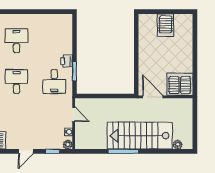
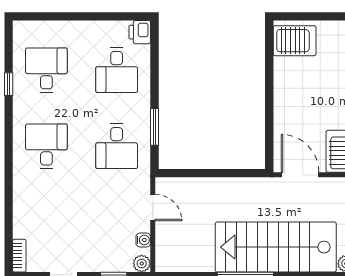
server rack: (166, 25) -> (295, 41), moved, turned -90
desk: (54, 41) -> (117, 70), added
printer: (67, 61) -> (140, 32), moved

